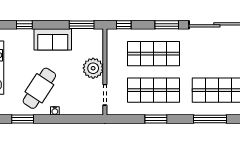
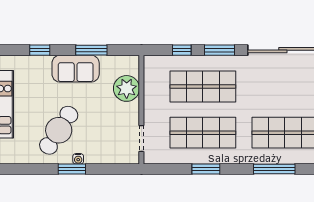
window: (82, 25) -> (91, 50), moved
window: (124, 25) -> (182, 50), moved
plant: (93, 68) -> (127, 88), moved
window: (23, 119) -> (72, 169), moved

